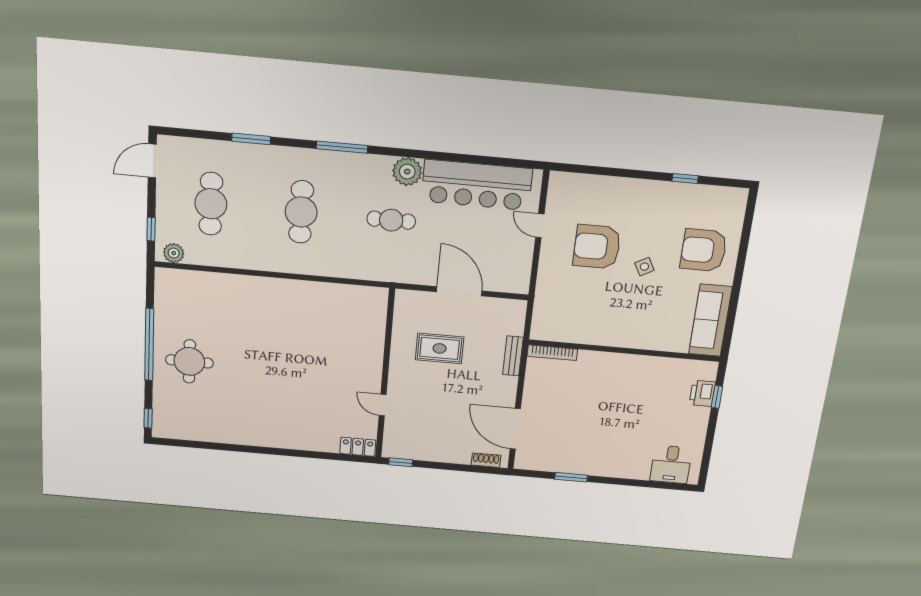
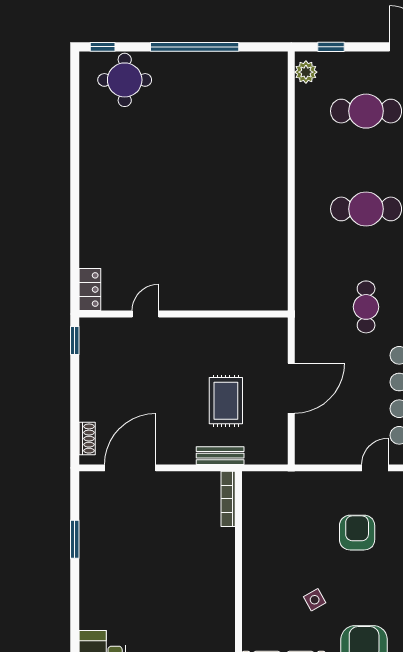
armchair: (597, 247) -> (357, 533), width x0.73, depth x0.73
side table: (644, 267) -> (315, 600), moved
rug: (440, 348) -> (226, 401), moved
round table: (189, 361) -> (125, 80), moved

